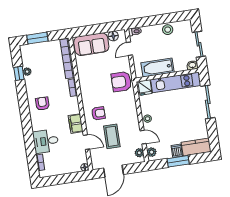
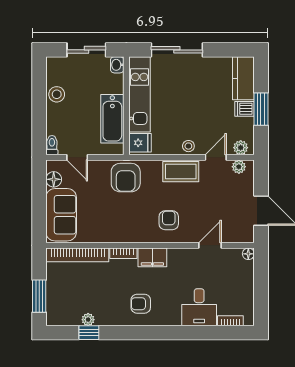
filing cabinet: (76, 124) -> (152, 257), moved
coffee table: (112, 136) -> (181, 172), moved

